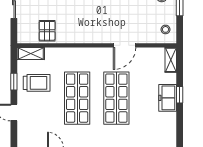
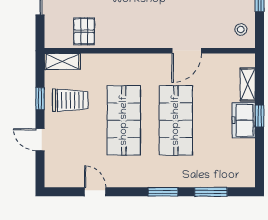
shelving: (171, 60) -> (248, 84), moved

